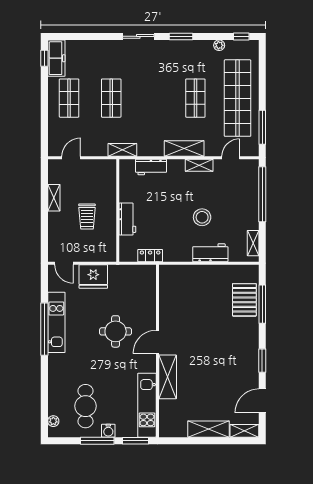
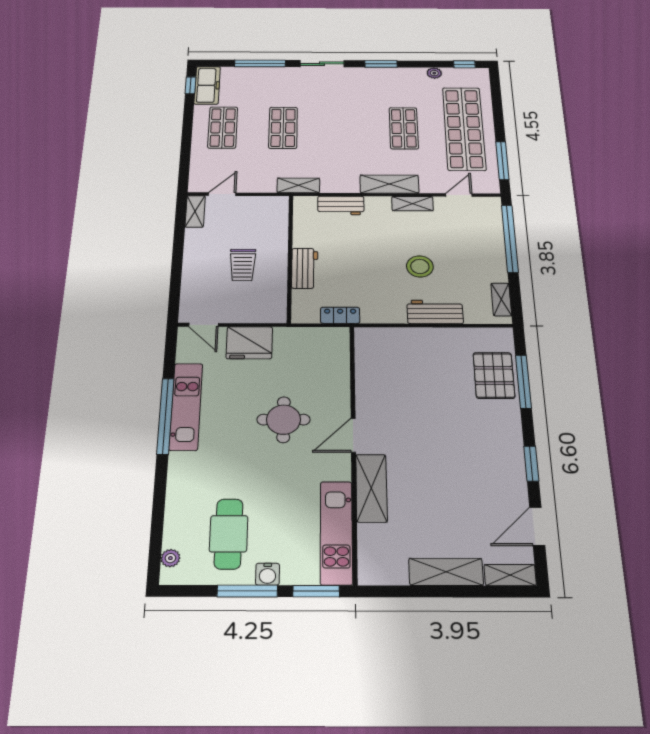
window: (93, 36) -> (260, 63), added
shelving: (54, 198) -> (195, 211), moved

